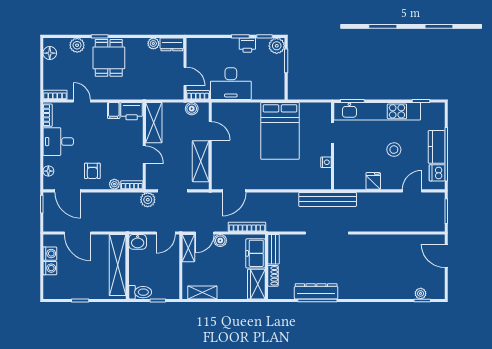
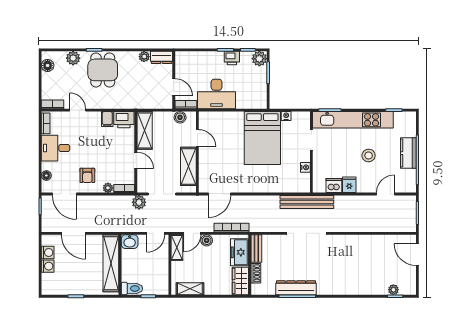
nightstand: (306, 107) -> (286, 116), added
dishwasher: (437, 173) -> (334, 186), moved, turned 90

